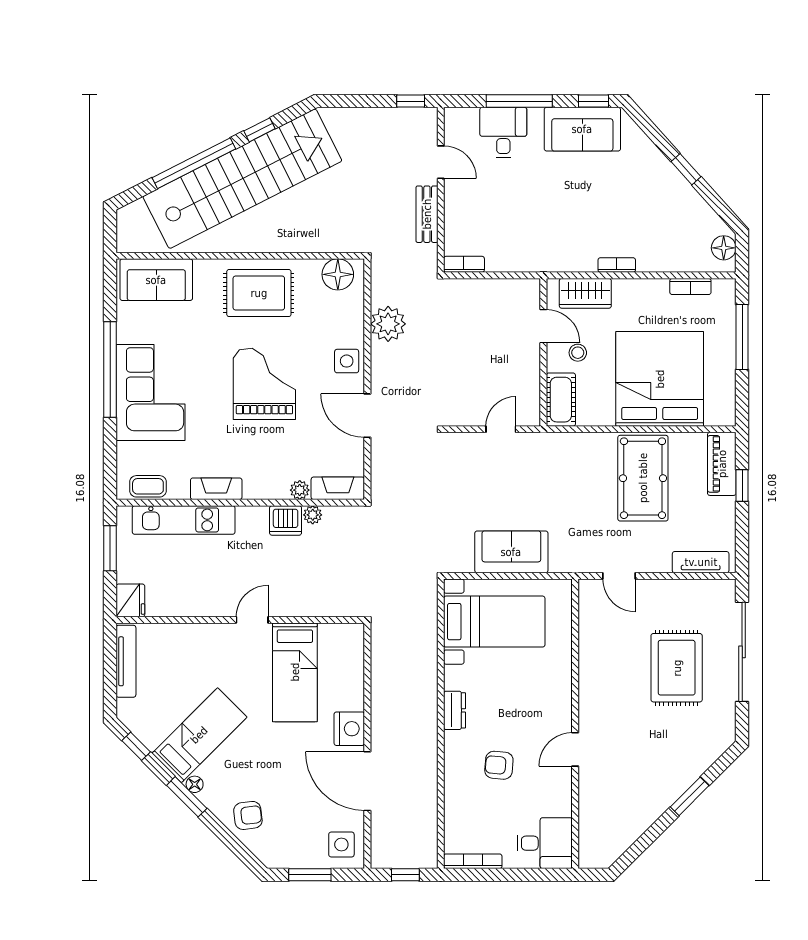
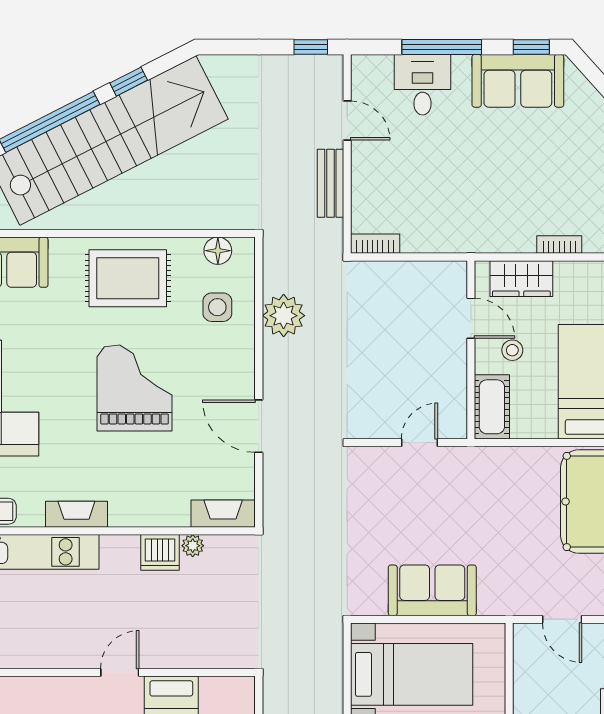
floor lamp: (338, 274) -> (218, 251), width x0.73, depth x0.73
side table: (347, 361) -> (217, 307), moved
plant: (300, 490) -> (177, 516), removed

